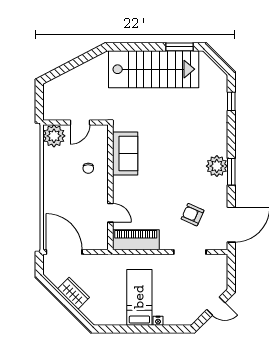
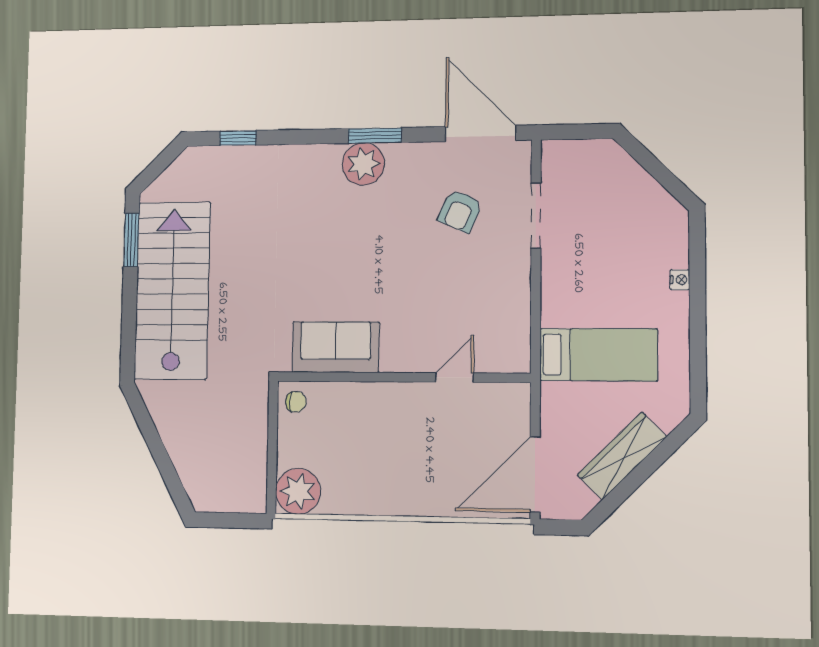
door: (80, 123) -> (273, 438), removed
chair: (88, 168) -> (296, 402), moved
piano: (136, 240) -> (510, 326), removed
wardrobe: (74, 293) -> (622, 456), width x1.50
bed: (139, 297) -> (598, 355), moved, turned 180
door: (216, 306) -> (648, 161), removed

